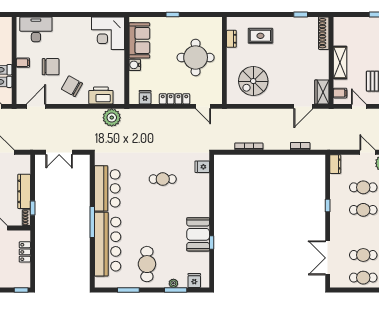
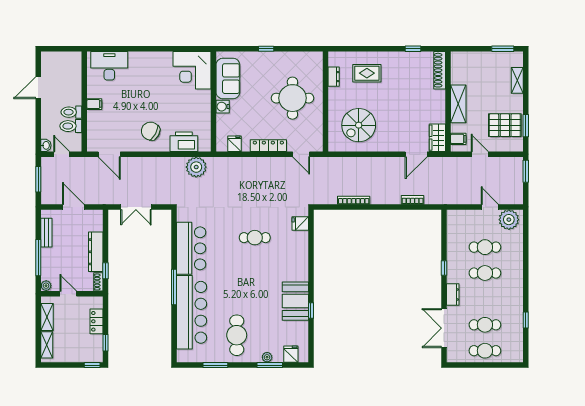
chair: (51, 67) -> (126, 109), removed
door: (36, 106) -> (109, 154), swing flipped
dresser: (335, 164) -> (453, 295), moved
window: (33, 271) -> (105, 343), added

